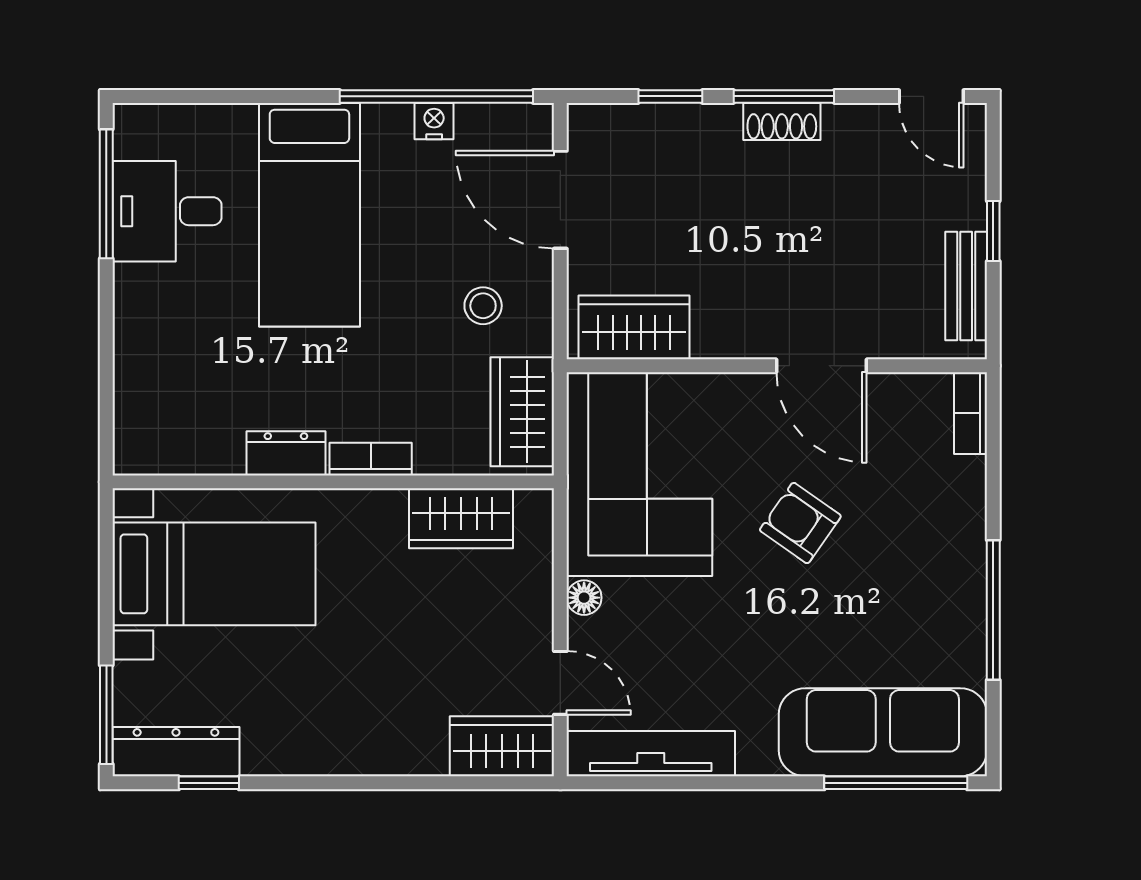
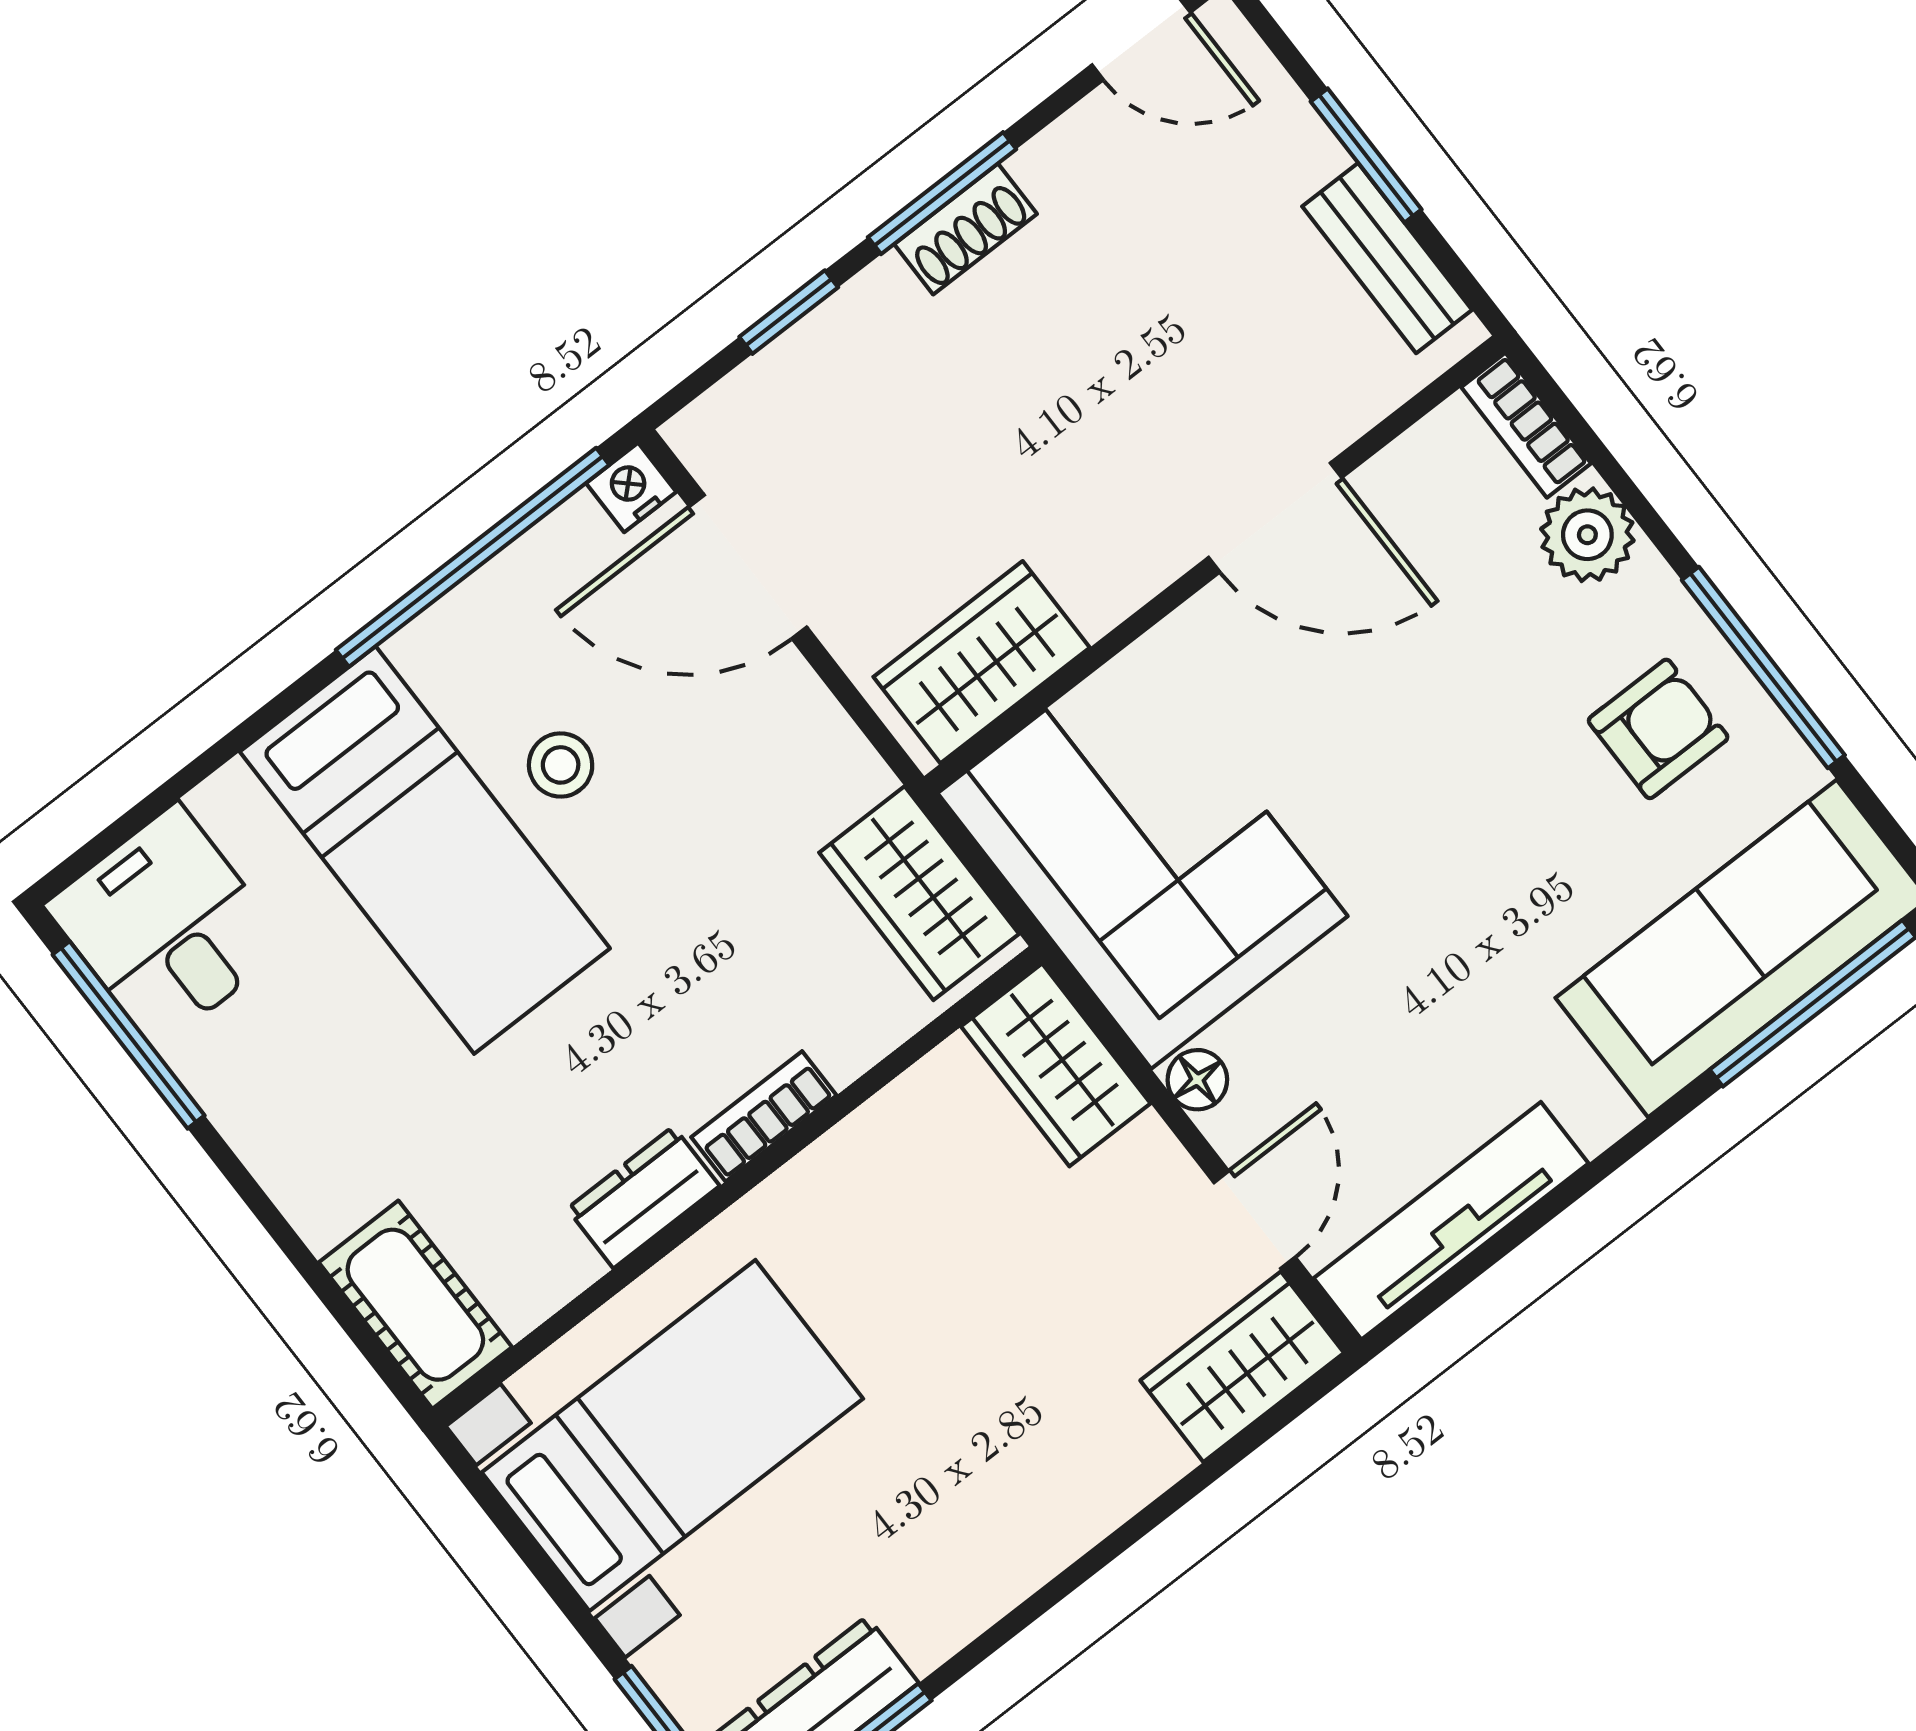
nightstand: (434, 121) -> (631, 487), moved
desk: (167, 211) -> (167, 926), moved, turned 90
window: (993, 231) -> (1366, 155), width x1.50
stool: (483, 306) -> (561, 765), moved
cot: (142, 421) -> (415, 1305), added
plant: (960, 486) -> (1587, 535), added
wardrobe: (461, 518) -> (1056, 1065), moved, turned 90
armchair: (800, 523) -> (1658, 729), moved, turned 145
door: (560, 683) -> (1255, 1220), hinge flipped

